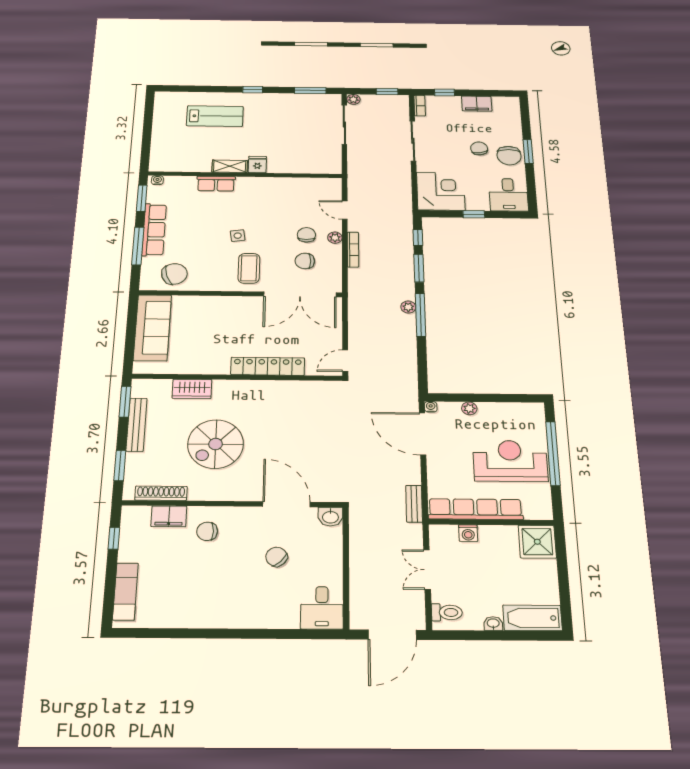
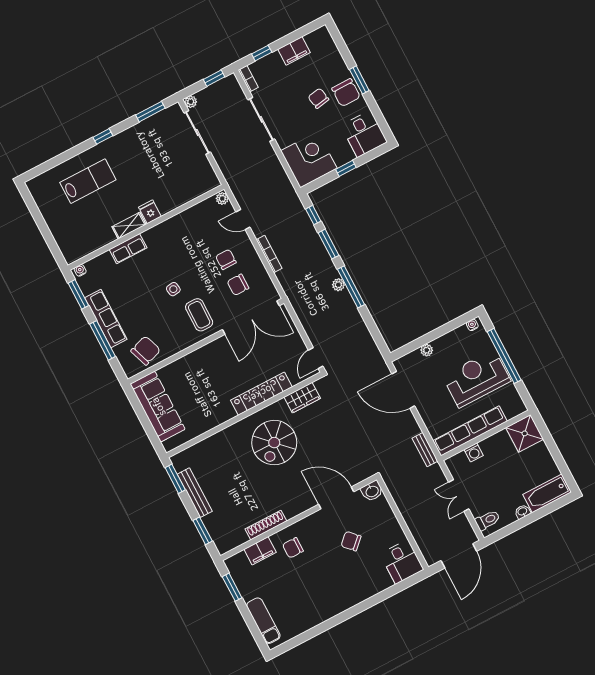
plant: (335, 238) -> (222, 199), moved
wardrobe: (192, 389) -> (302, 398), moved
water cooler: (431, 407) -> (472, 325), moved
spiral stairs: (216, 444) -> (274, 443), moved
shoe rack: (161, 493) -> (266, 525), moved
window: (114, 538) -> (232, 587), width x1.50

